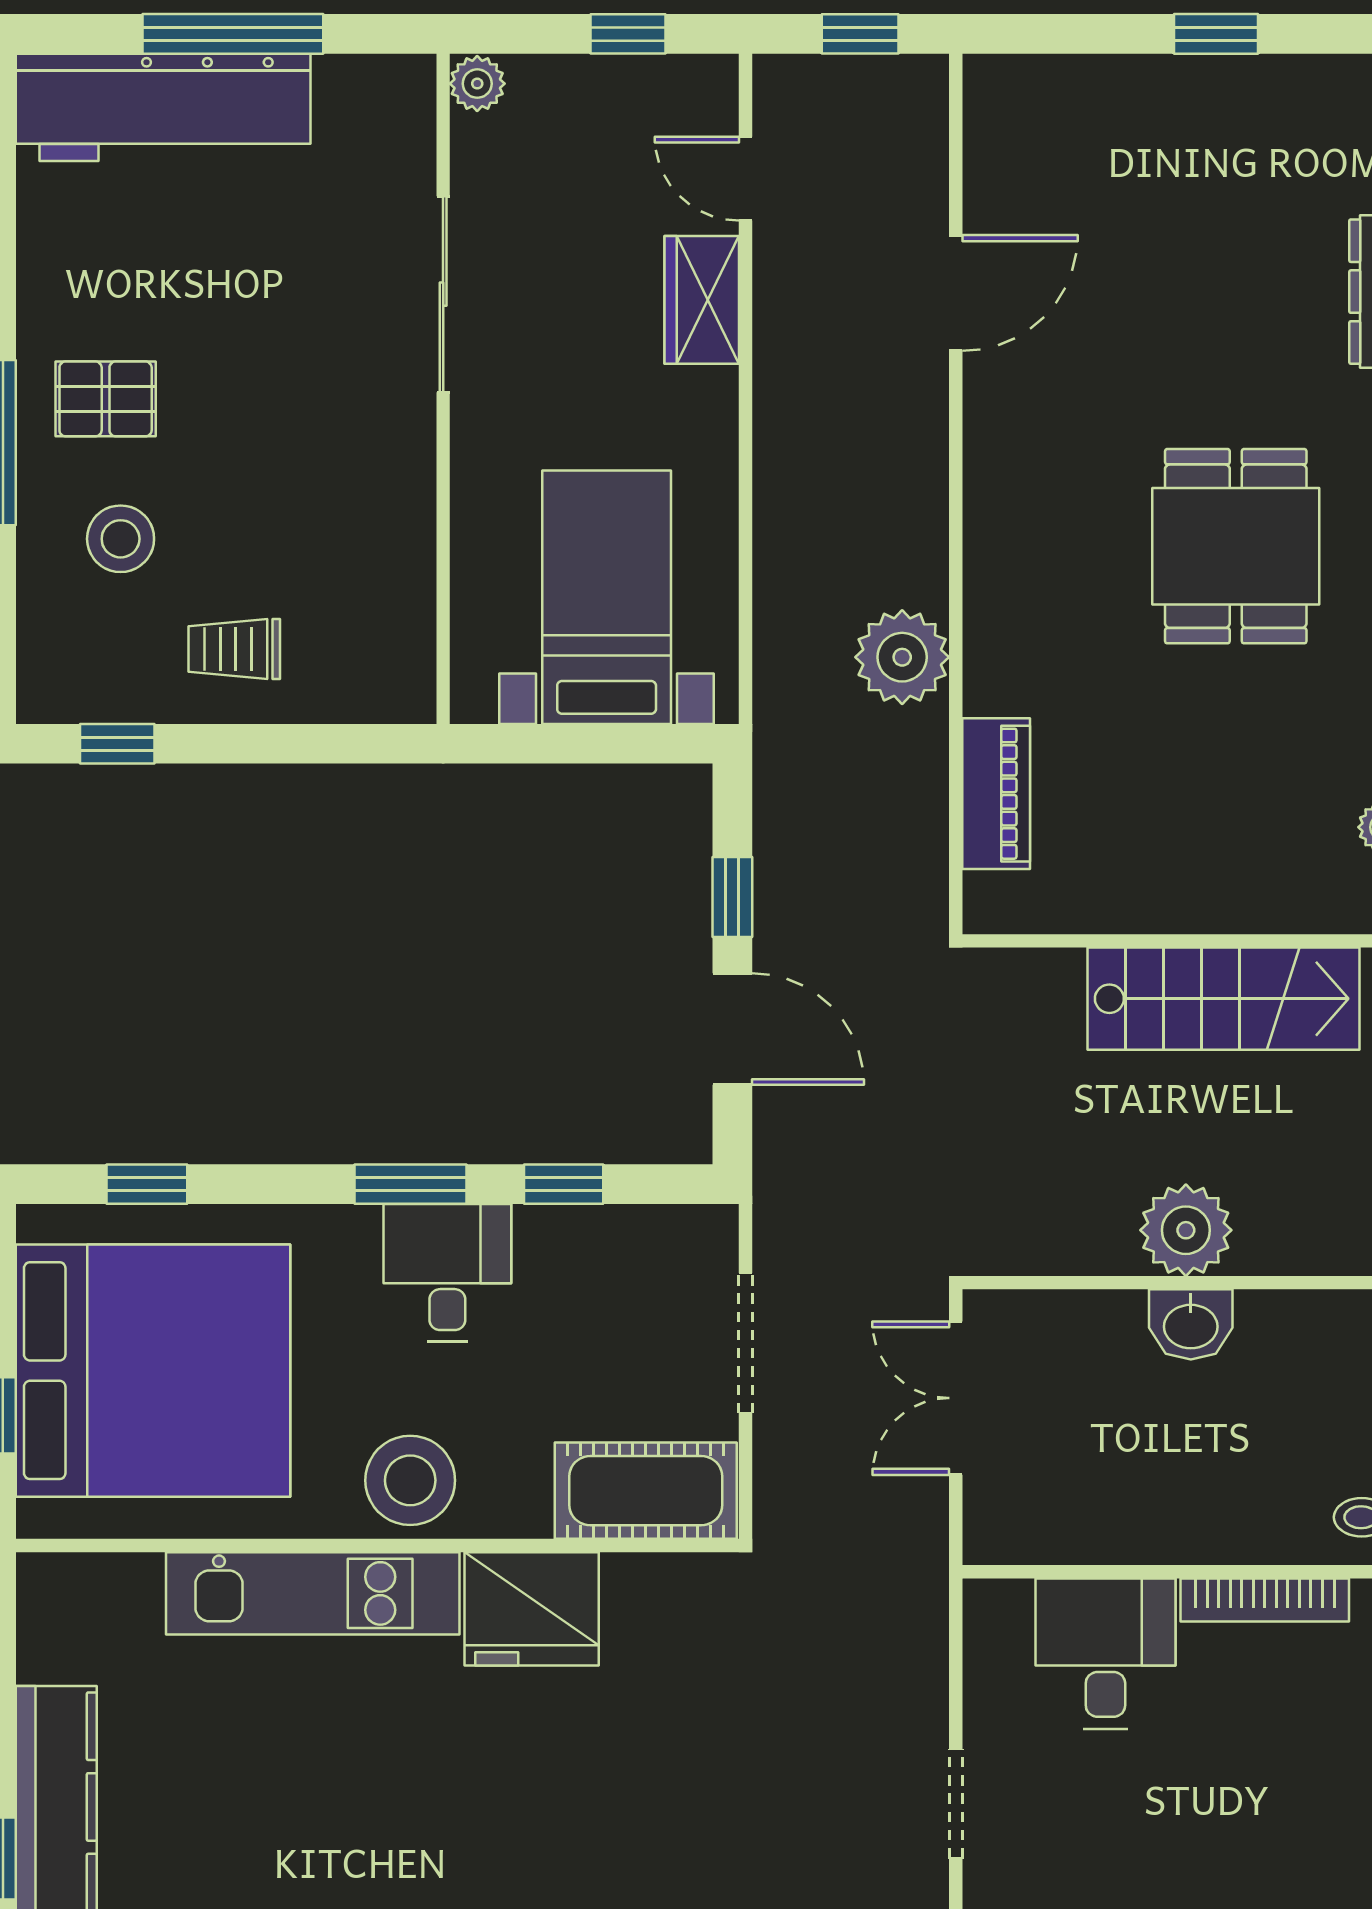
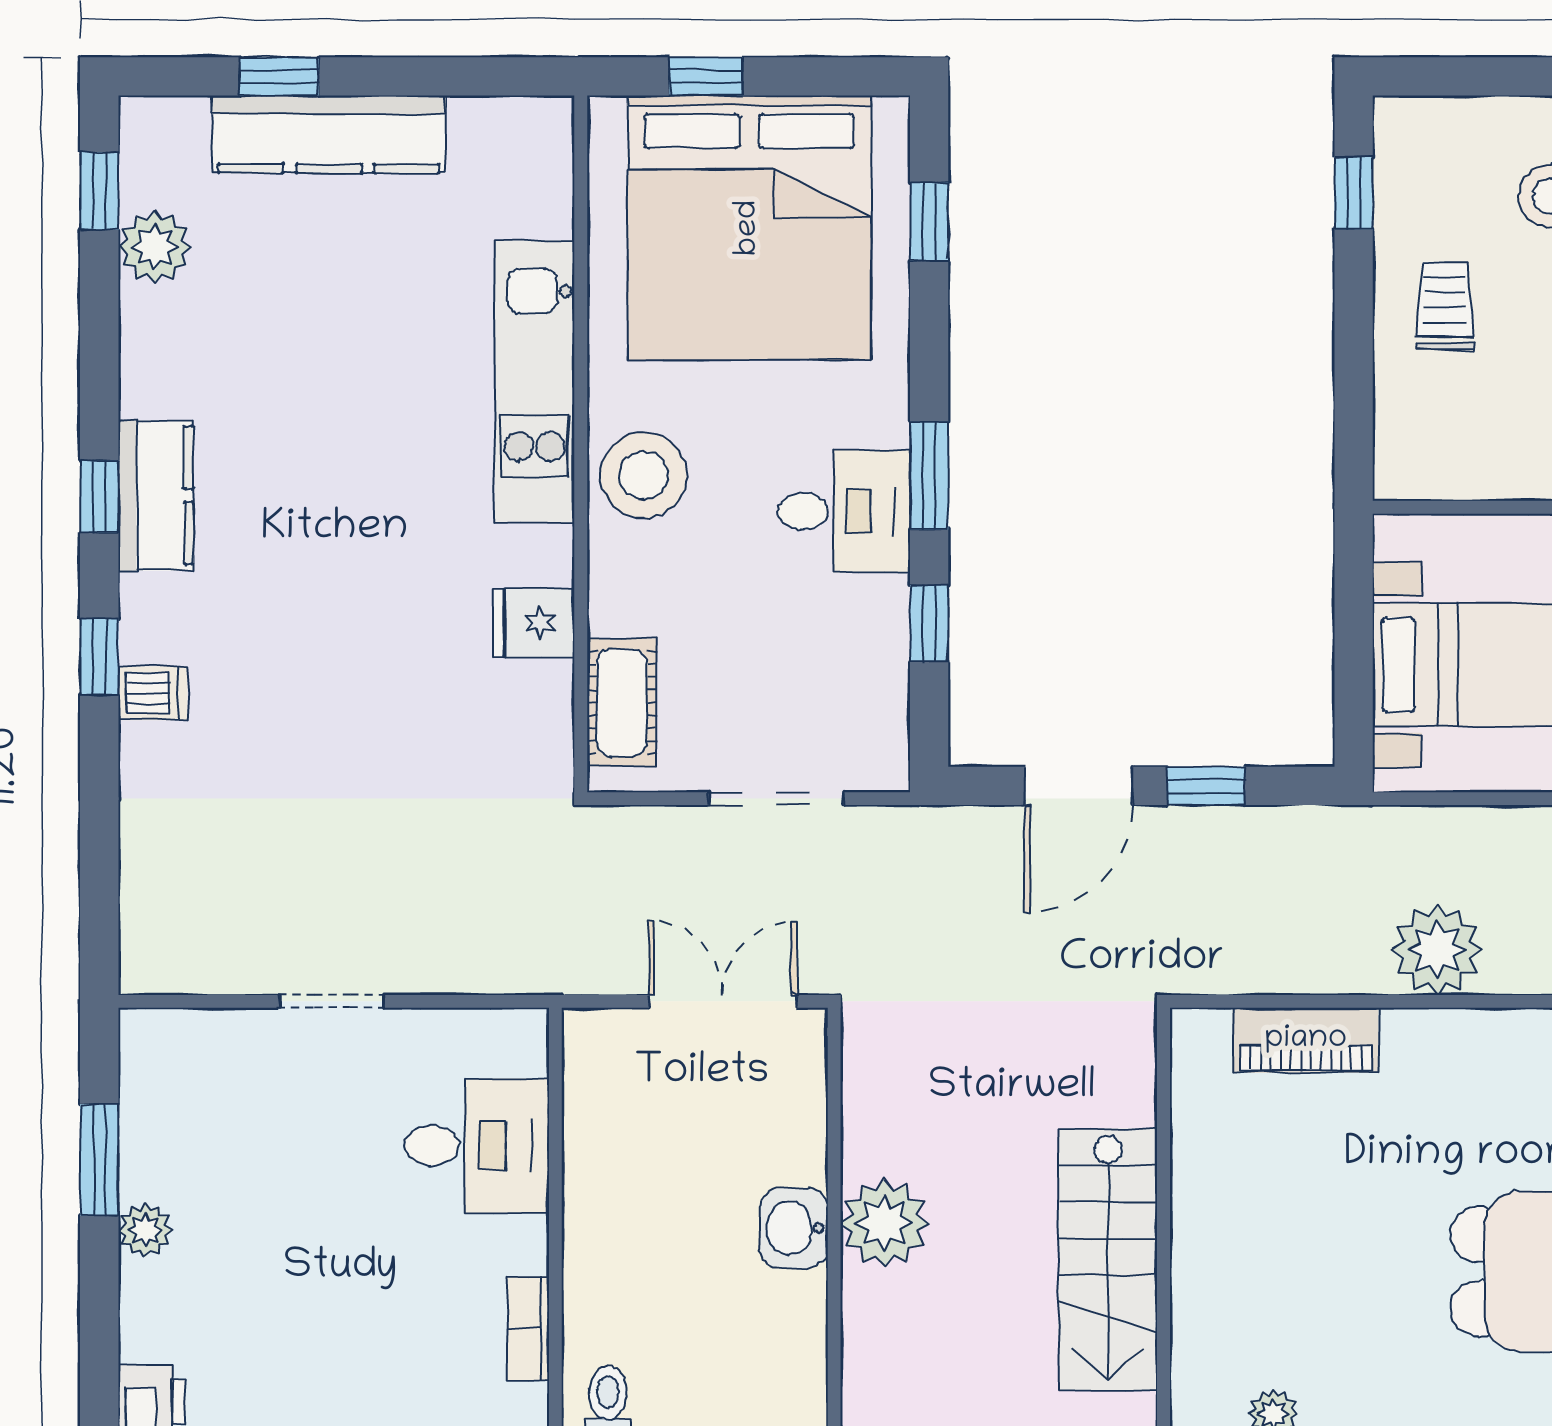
cot: (646, 1491) -> (622, 703), width x0.73, depth x0.75
bookcase: (1265, 1600) -> (528, 1328), width x0.64
fridge: (532, 1609) -> (534, 623), width x0.53, depth x0.75

